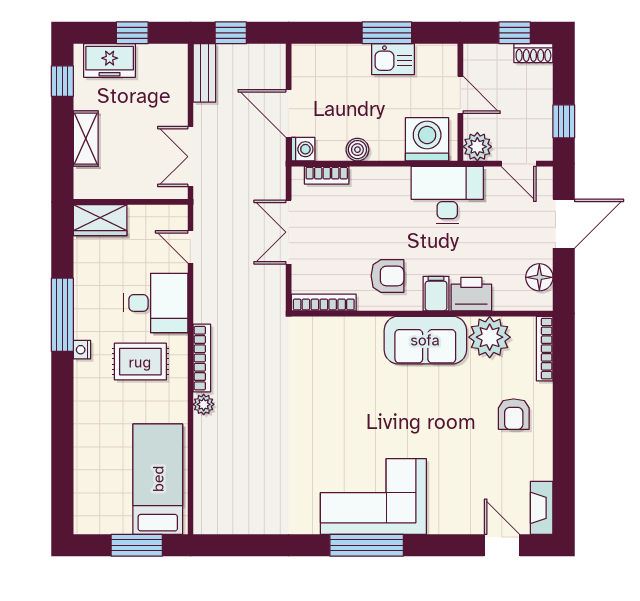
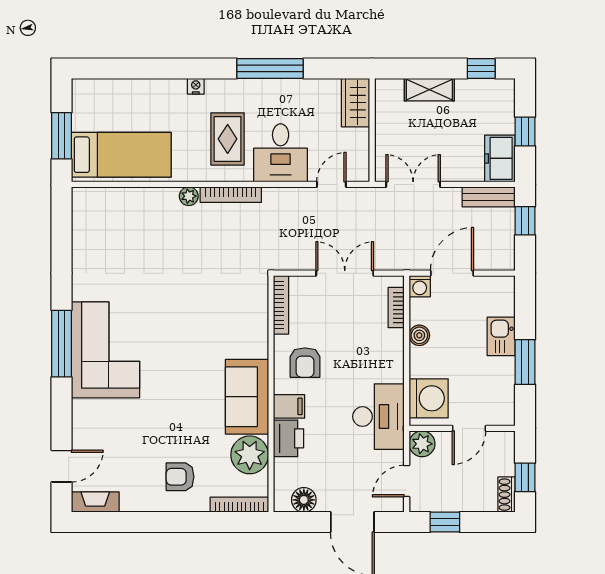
kitchen sink: (393, 59) -> (501, 336), moved
freezer: (110, 61) -> (500, 158), moved
nightstand: (82, 350) -> (196, 86), moved

